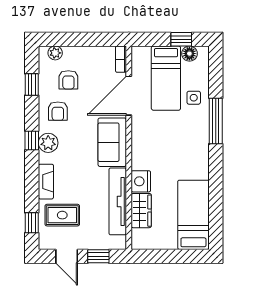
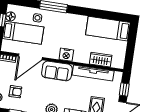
door: (129, 96) -> (30, 57), hinge flipped
armchair: (58, 111) -> (33, 101), removed
nightstand: (141, 181) -> (66, 55), moved

